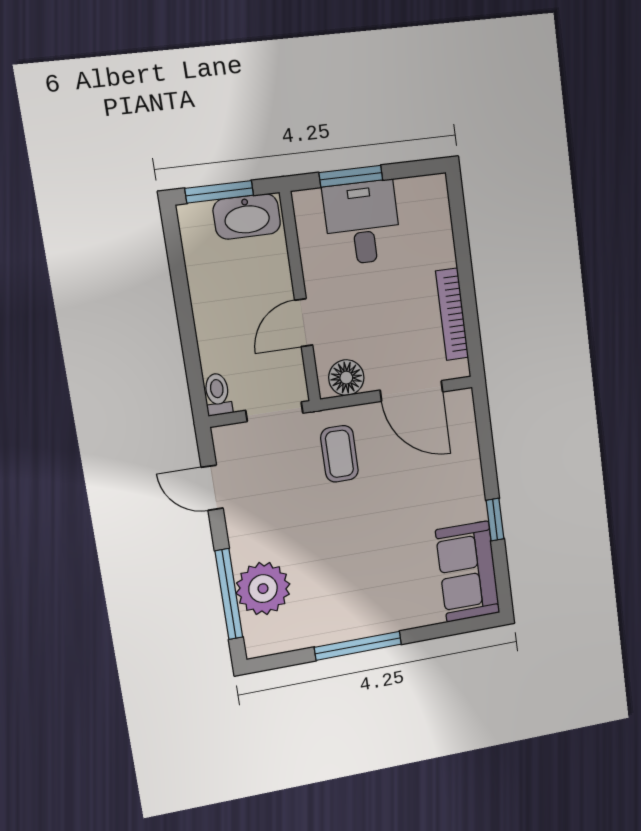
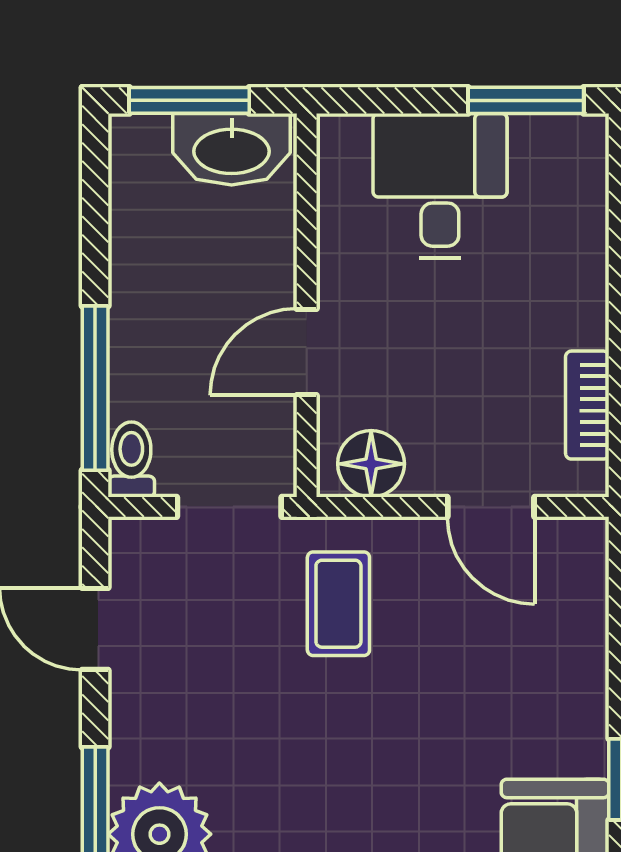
window: (351, 176) -> (526, 100), moved
bookcase: (452, 314) -> (587, 405), width x0.64
window: (192, 358) -> (95, 388), added
door: (412, 391) -> (491, 507), width x0.73

